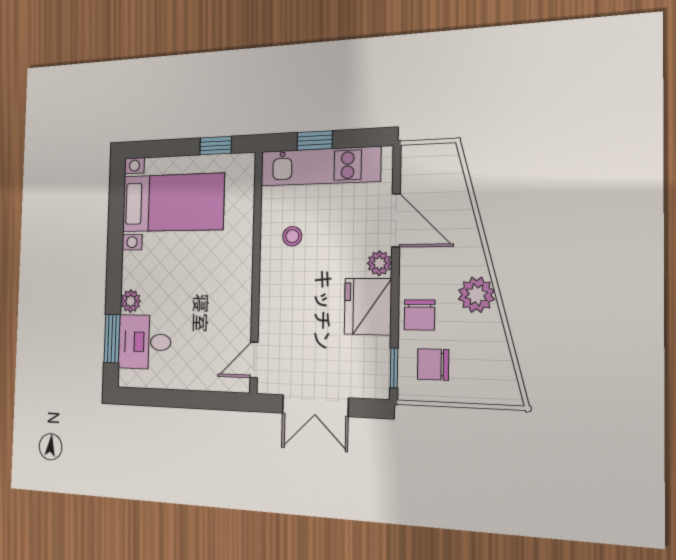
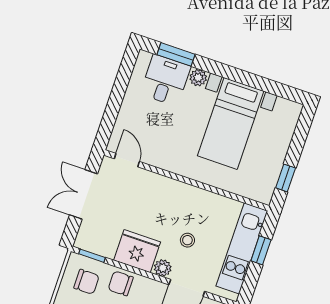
bed with nightstands: (173, 203) -> (231, 123), moved
stool: (292, 236) -> (187, 240), moved
chair: (433, 364) -> (87, 282), turned 90

